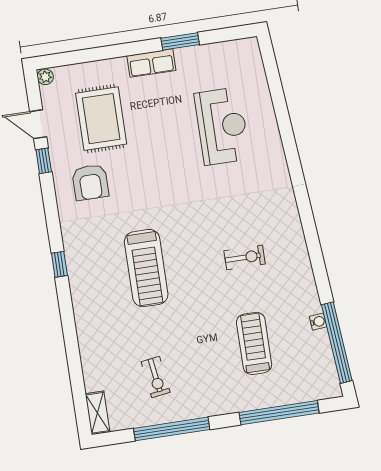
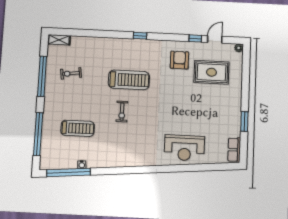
row of seats: (151, 63) -> (234, 150), moved
reception desk: (222, 126) -> (184, 148), moved
armchair: (90, 182) -> (179, 60), turned 90
exercise bike: (245, 257) -> (122, 112), moved
treadmill: (146, 268) -> (129, 80), turned 180

